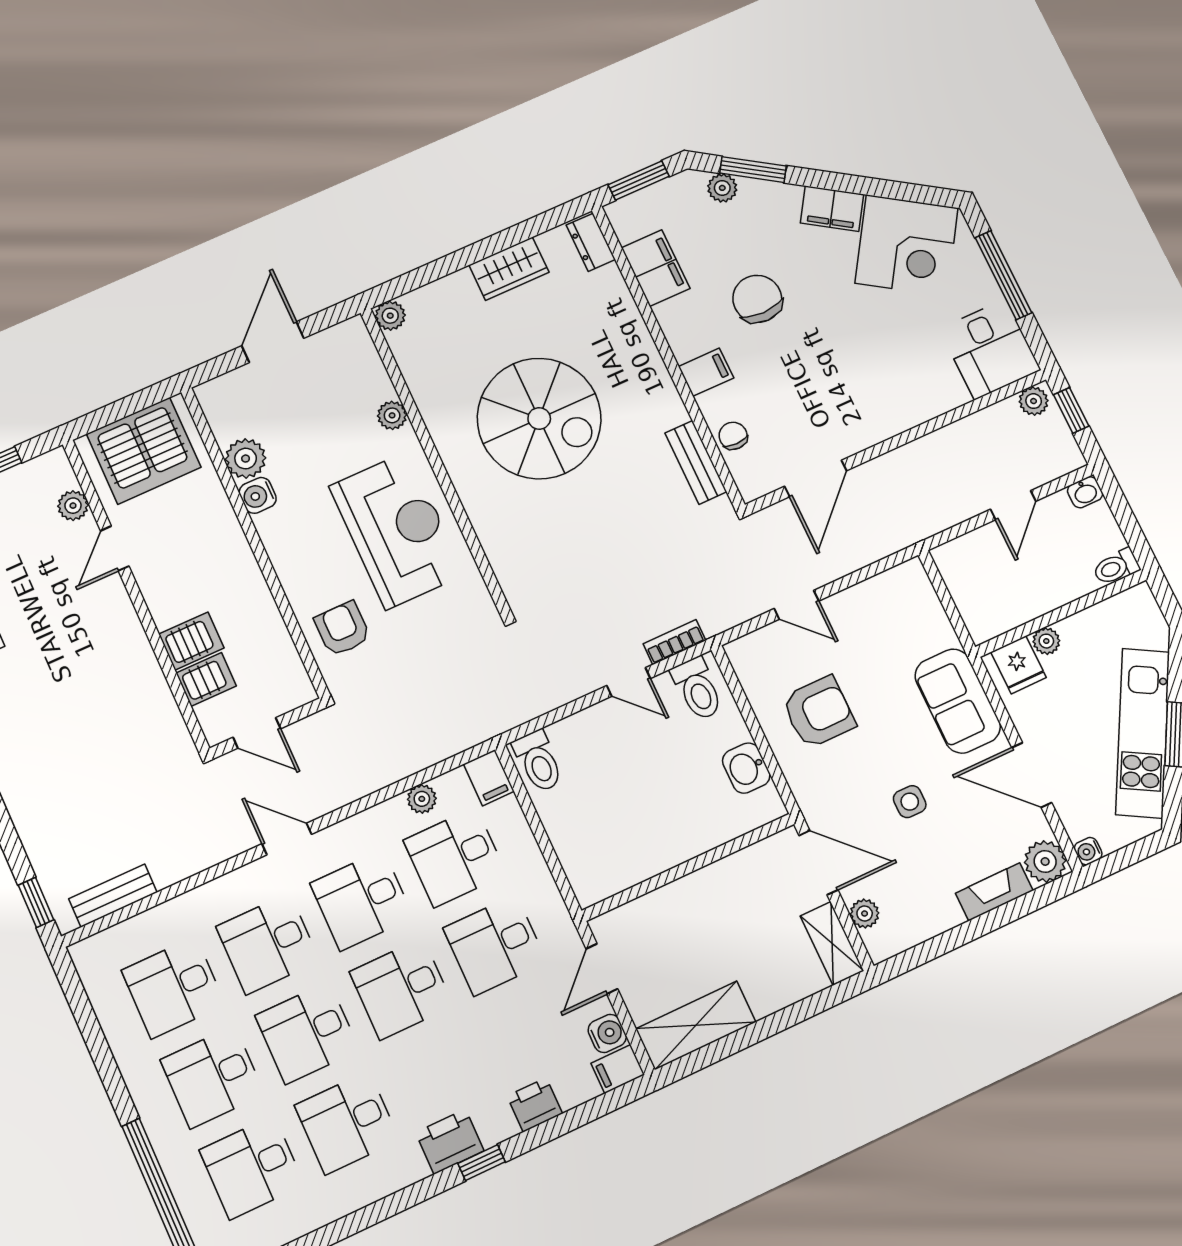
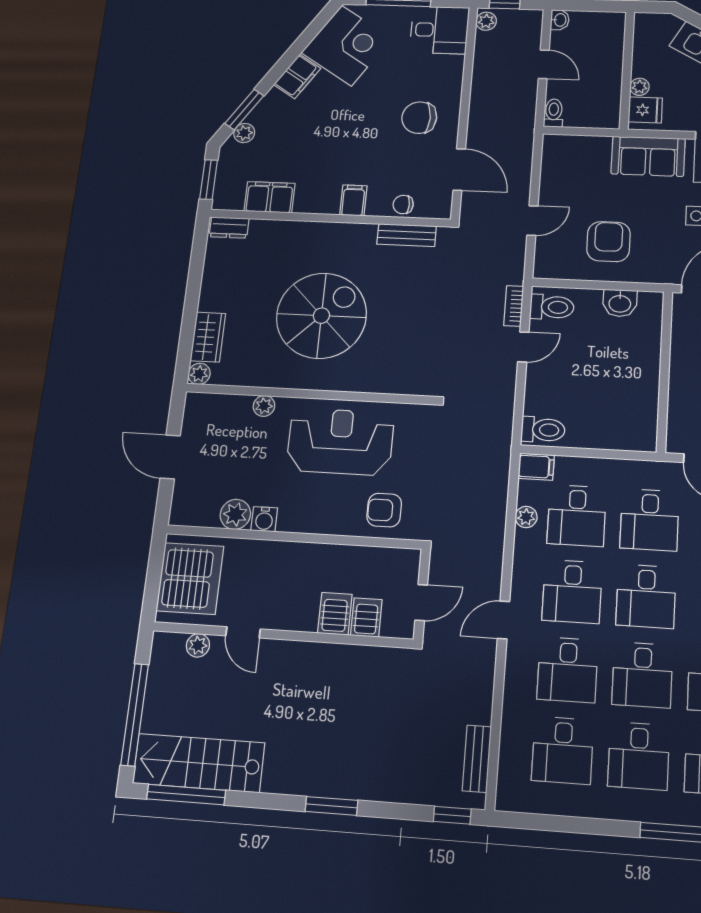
wardrobe: (509, 269) -> (208, 337), moved
chair: (757, 299) -> (419, 118), moved
toilet: (1116, 567) -> (554, 113), moved, turned 180

